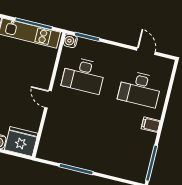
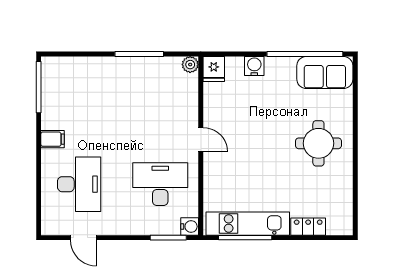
desk: (140, 89) -> (79, 184), turned 90
fridge: (21, 142) -> (214, 69), width x0.53, depth x0.75
plant: (43, 153) -> (190, 65), added

